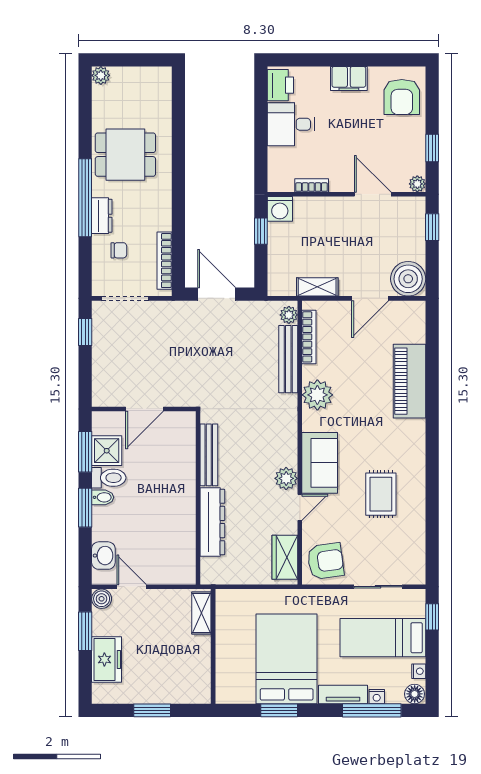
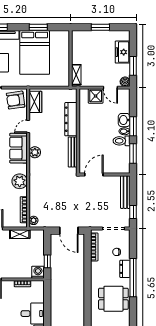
bench: (288, 359) -> (125, 192), moved
door: (145, 409) -> (94, 174), moved
shower: (107, 451) -> (96, 96), moved
plant: (286, 478) -> (35, 152), moved
washbasin: (103, 556) -> (124, 120), moved

